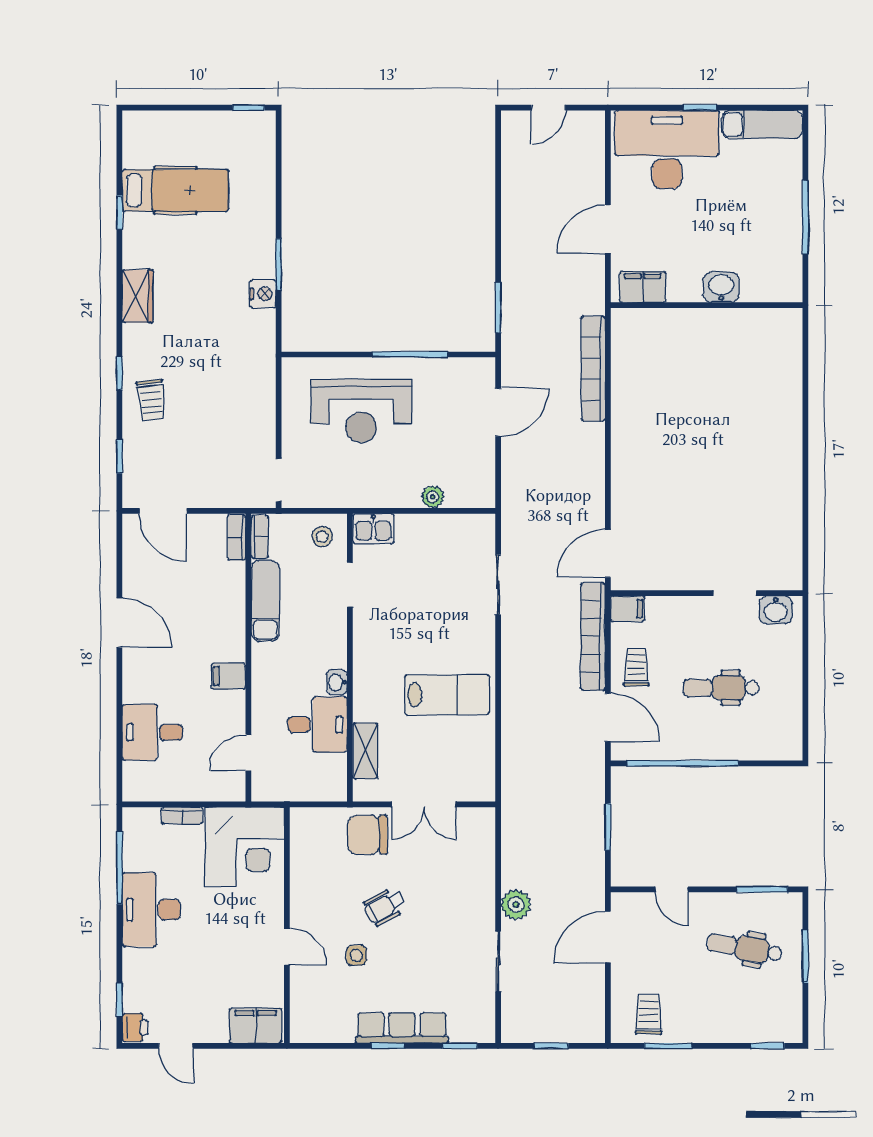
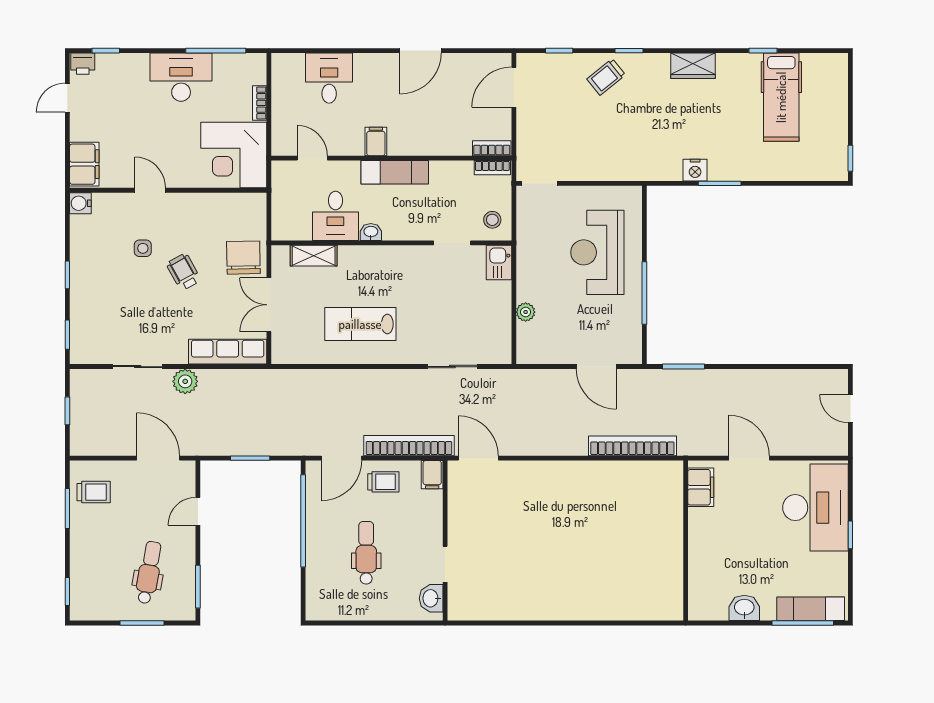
exam couch: (762, 125) -> (811, 609), moved, turned 90
window: (805, 217) -> (803, 623), moved
washbasin: (721, 287) -> (744, 608), moved, turned -90
trolley: (151, 400) -> (606, 77), turned -33
exam couch: (265, 601) -> (395, 172), moved
lab bench: (447, 695) -> (360, 324), turned 90
door: (287, 947) -> (150, 190), swing flipped
row of seats: (402, 1028) -> (228, 352), moved, turned -90
water cooler: (302, 1030) -> (80, 203), added

